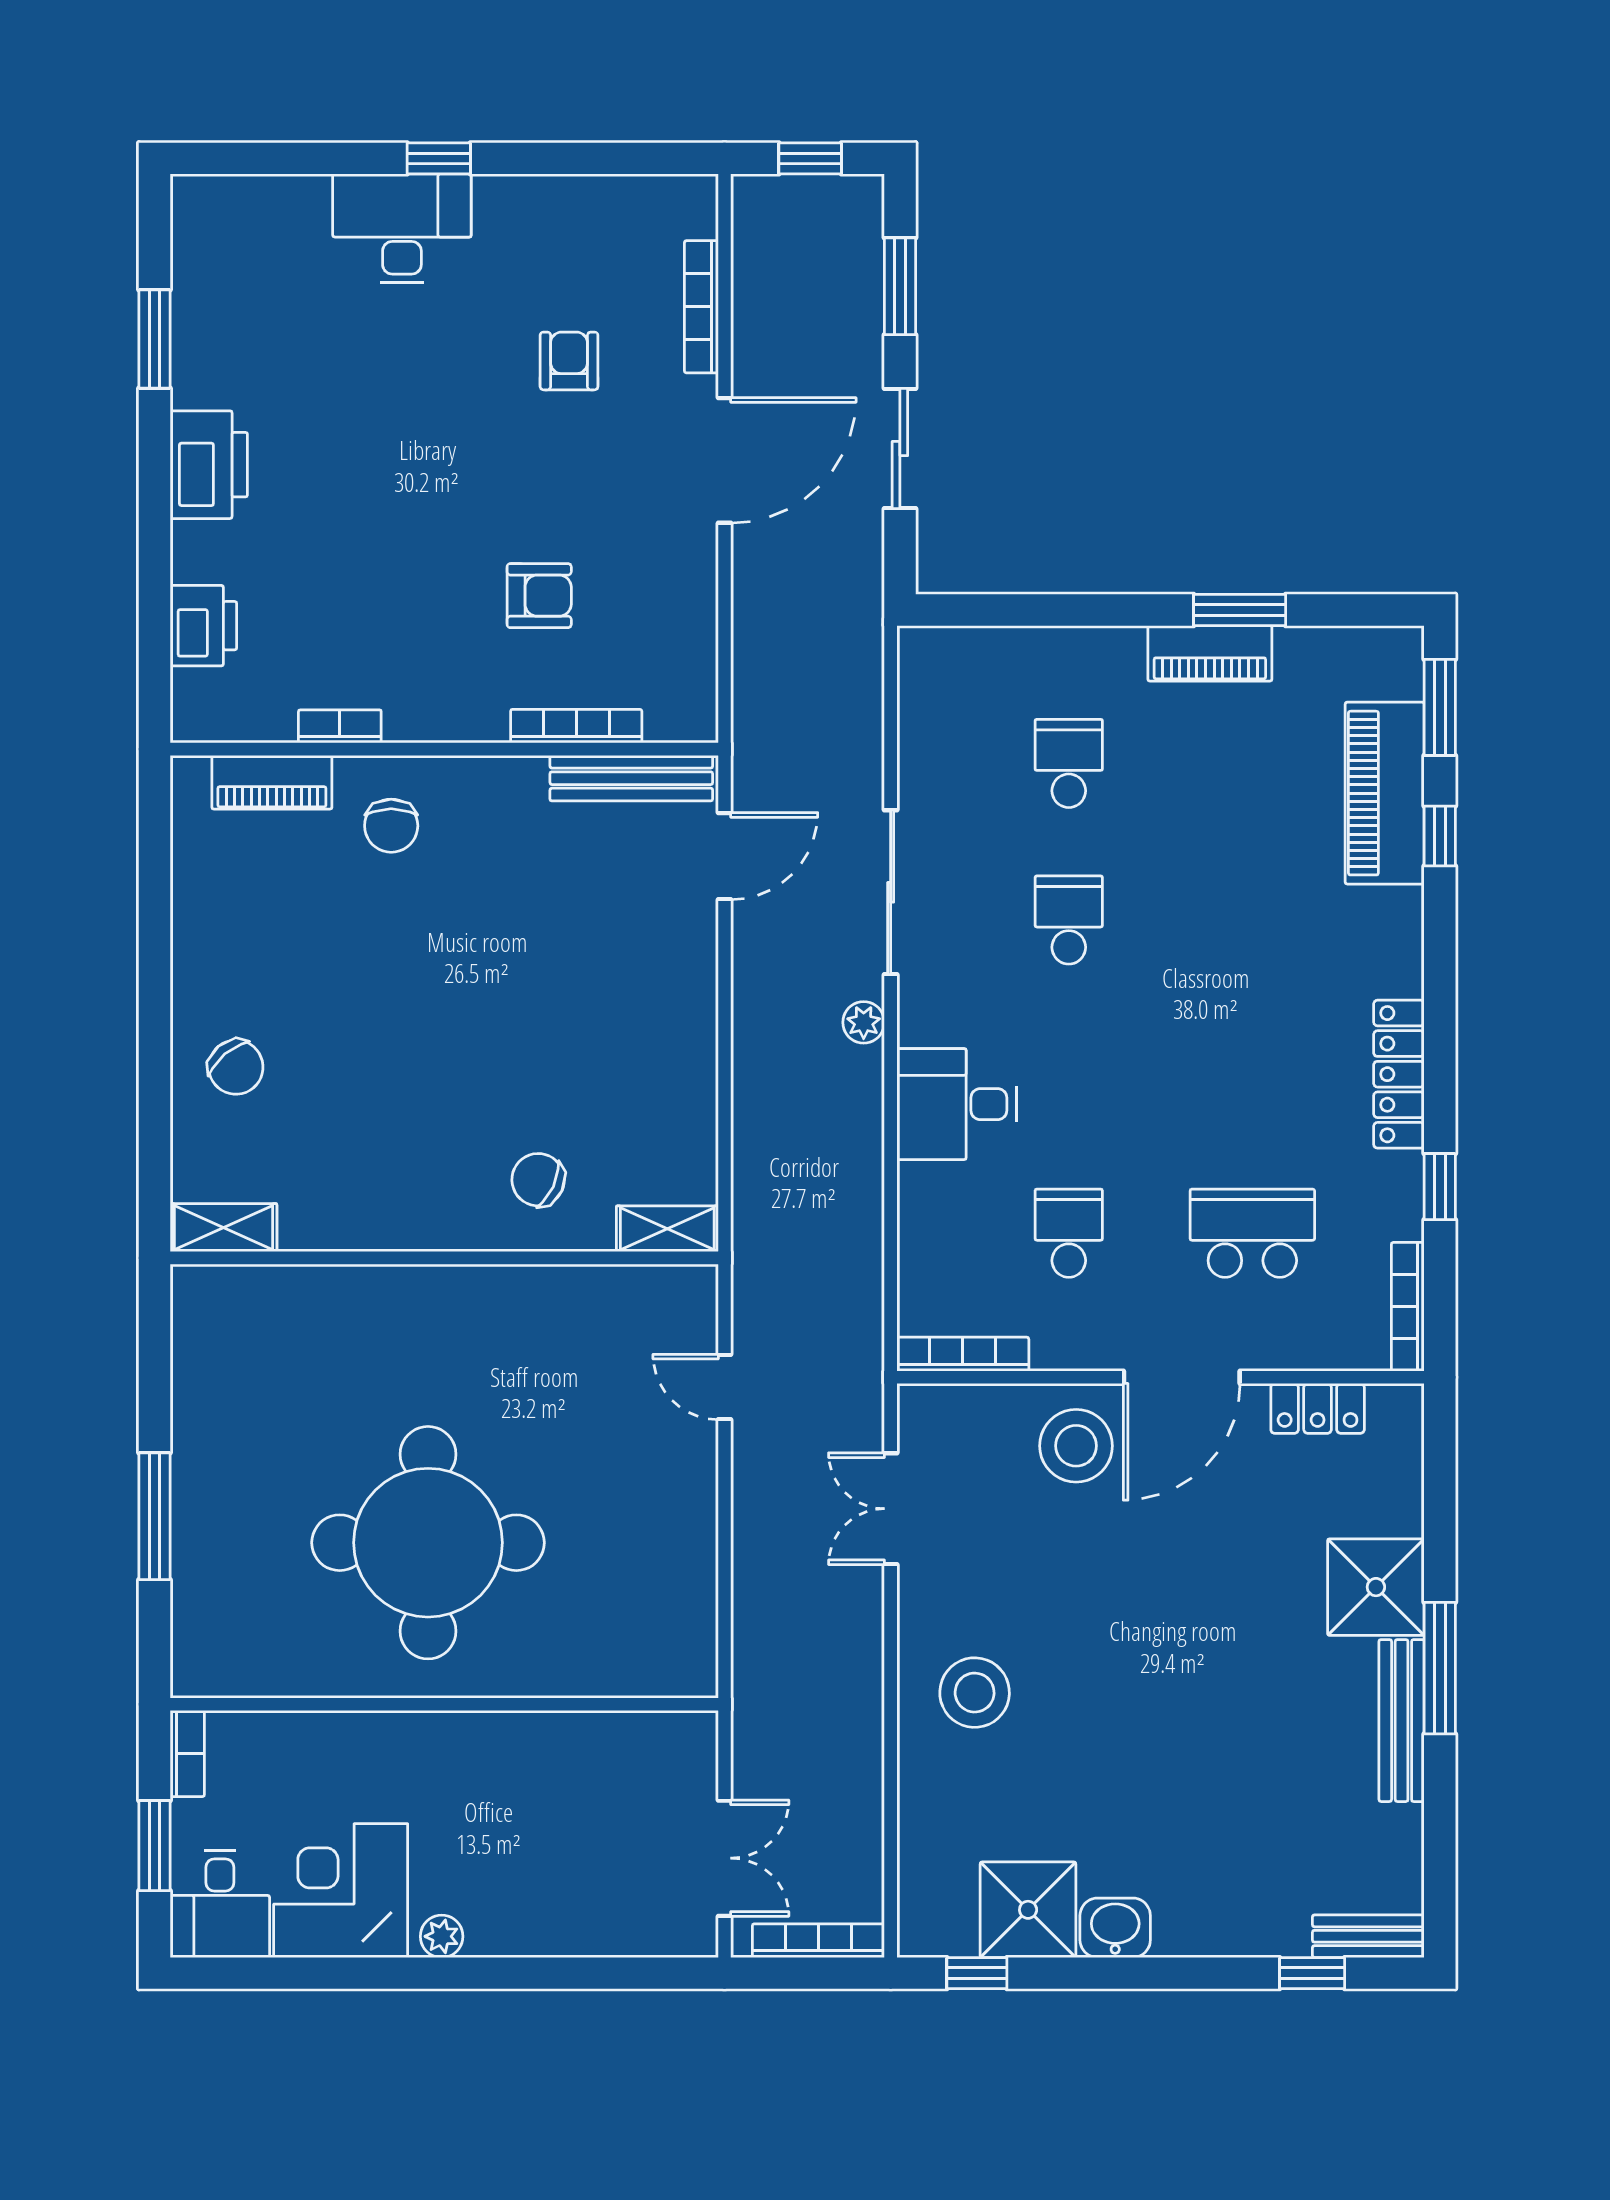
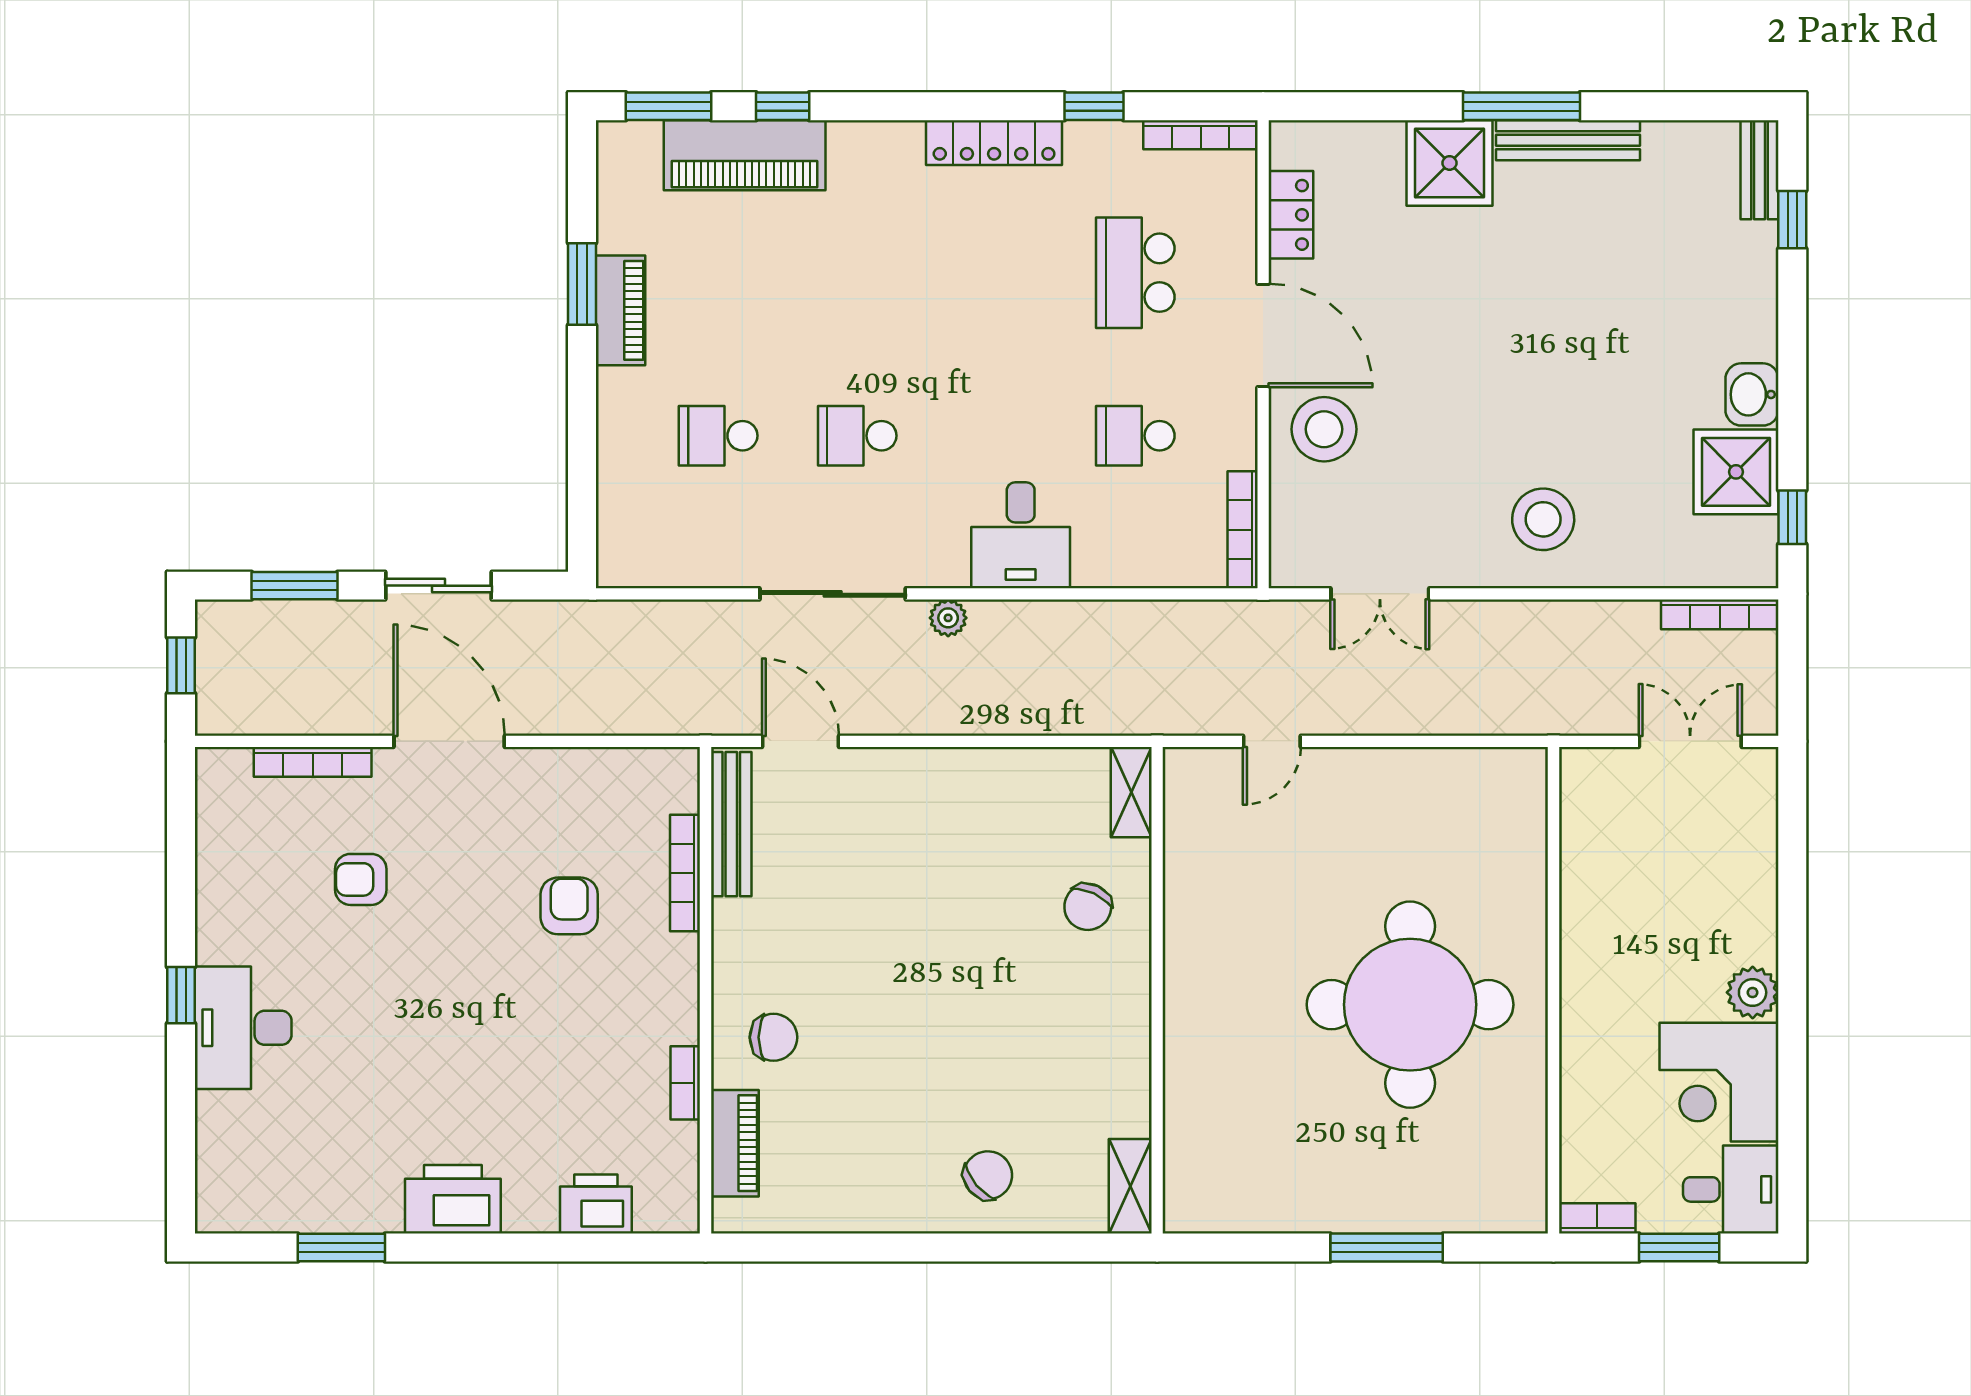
plant: (442, 1936) -> (1753, 992), width x1.38, depth x1.38
bookcase: (818, 1941) -> (1720, 614), moved, turned -90

